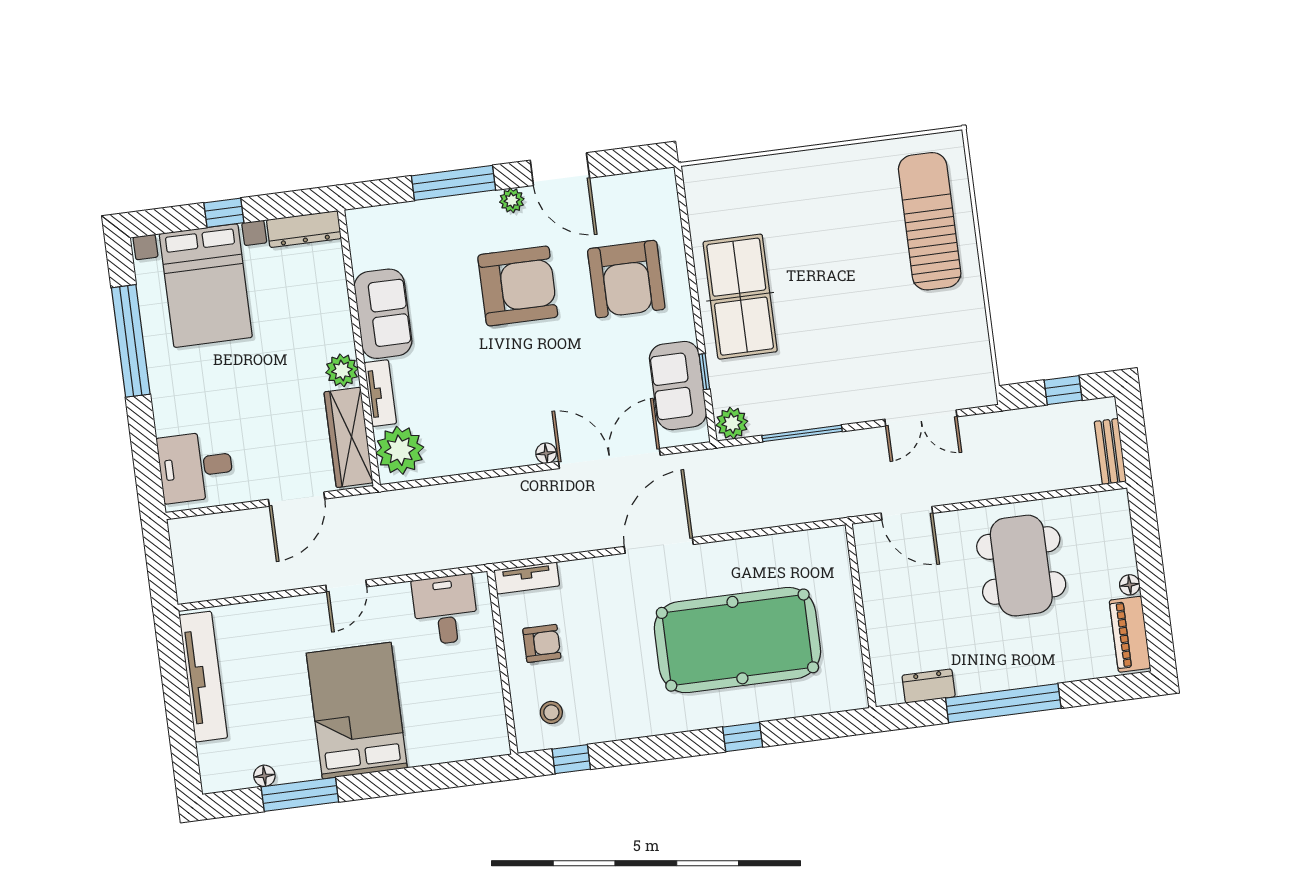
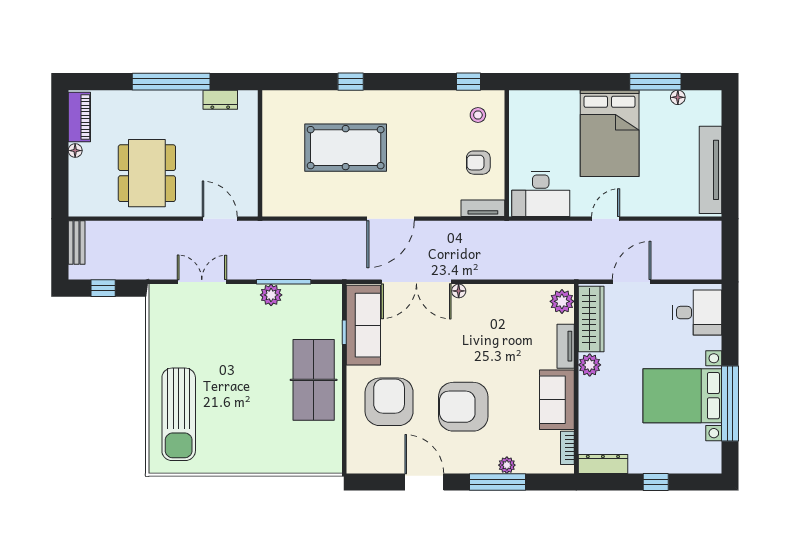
plant: (512, 200) -> (507, 465), moved
bookcase: (359, 246) -> (567, 448), added
bed with nightstands: (206, 286) -> (682, 396), moved, turned -90
sofa: (678, 386) -> (363, 325), width x1.36
plant: (732, 423) -> (271, 295), moved
plant: (400, 450) -> (562, 301), width x0.73, depth x0.73
desk: (445, 610) -> (541, 194), width x1.37
pool table: (737, 640) -> (346, 148), width x0.73, depth x0.76

